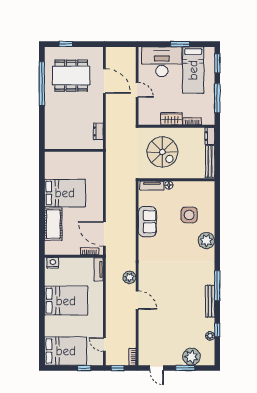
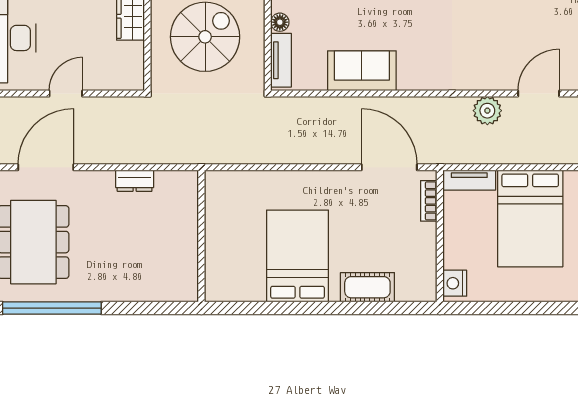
dresser: (98, 131) -> (135, 181), moved
cot: (53, 224) -> (367, 287), width x0.73, depth x0.75
door: (104, 234) -> (389, 167), swing flipped
bed: (66, 301) -> (530, 218), moved, turned 180

